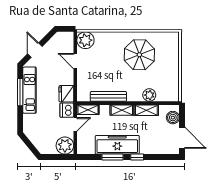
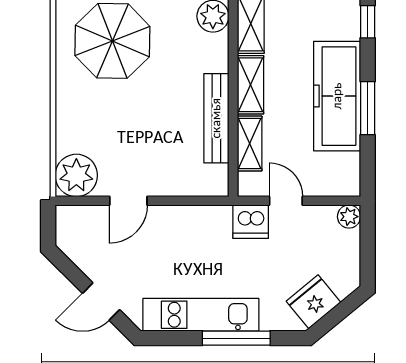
window: (20, 92) -> (236, 338), moved
fridge: (66, 94) -> (313, 302), moved, turned 141
shelving: (88, 110) -> (250, 144), moved
plant: (65, 146) -> (349, 217), width x0.53, depth x0.53
window: (137, 157) -> (368, 22), moved

